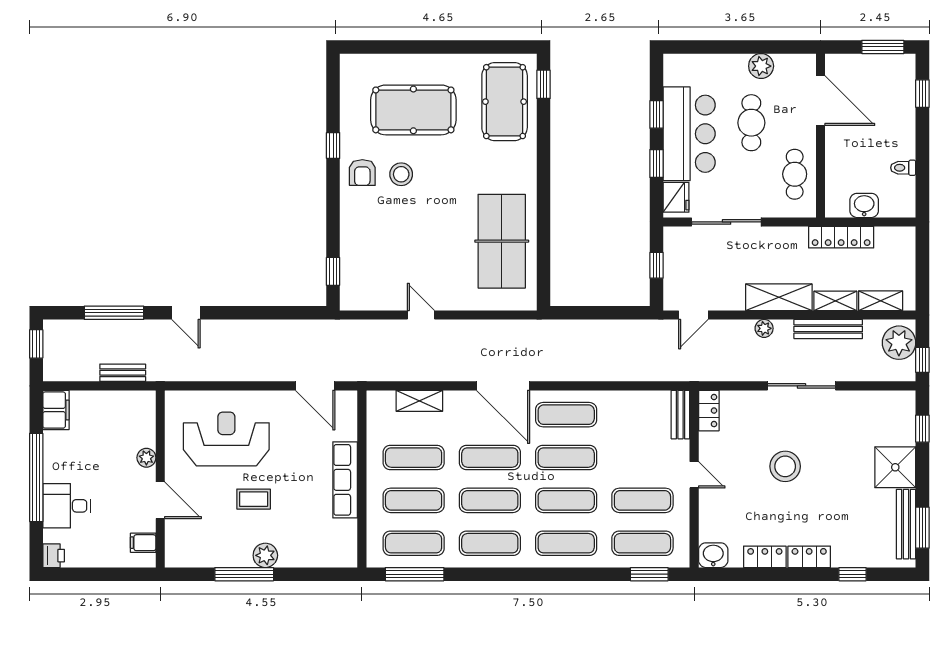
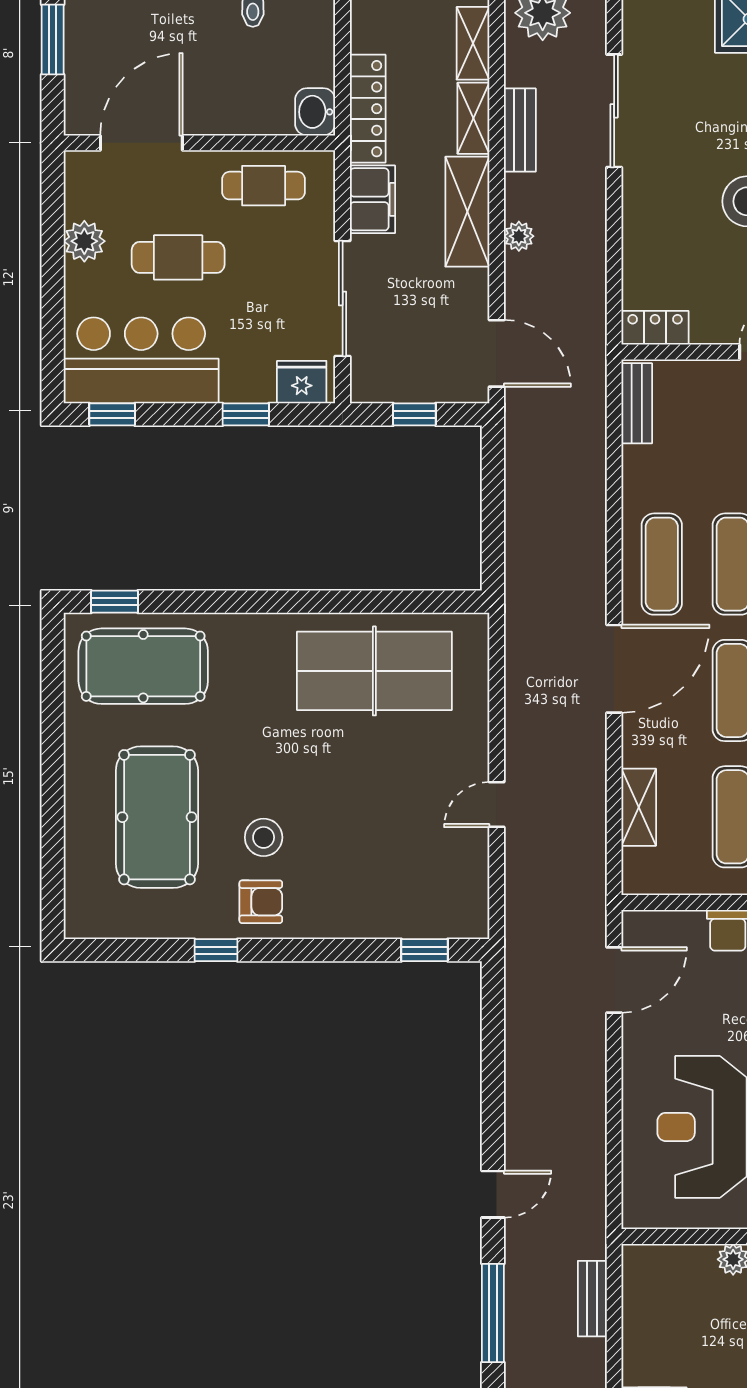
window: (657, 114) -> (112, 414), moved
bar counter: (689, 134) -> (141, 360), moved
washbasin: (864, 205) -> (315, 112), moved
filing cabinet: (786, 240) -> (372, 199), added
door: (693, 315) -> (497, 353), width x1.38
bench: (828, 329) -> (520, 130), width x0.73
sliding door: (801, 386) -> (614, 111), moved
bench: (680, 415) -> (637, 403), moved, turned 90

